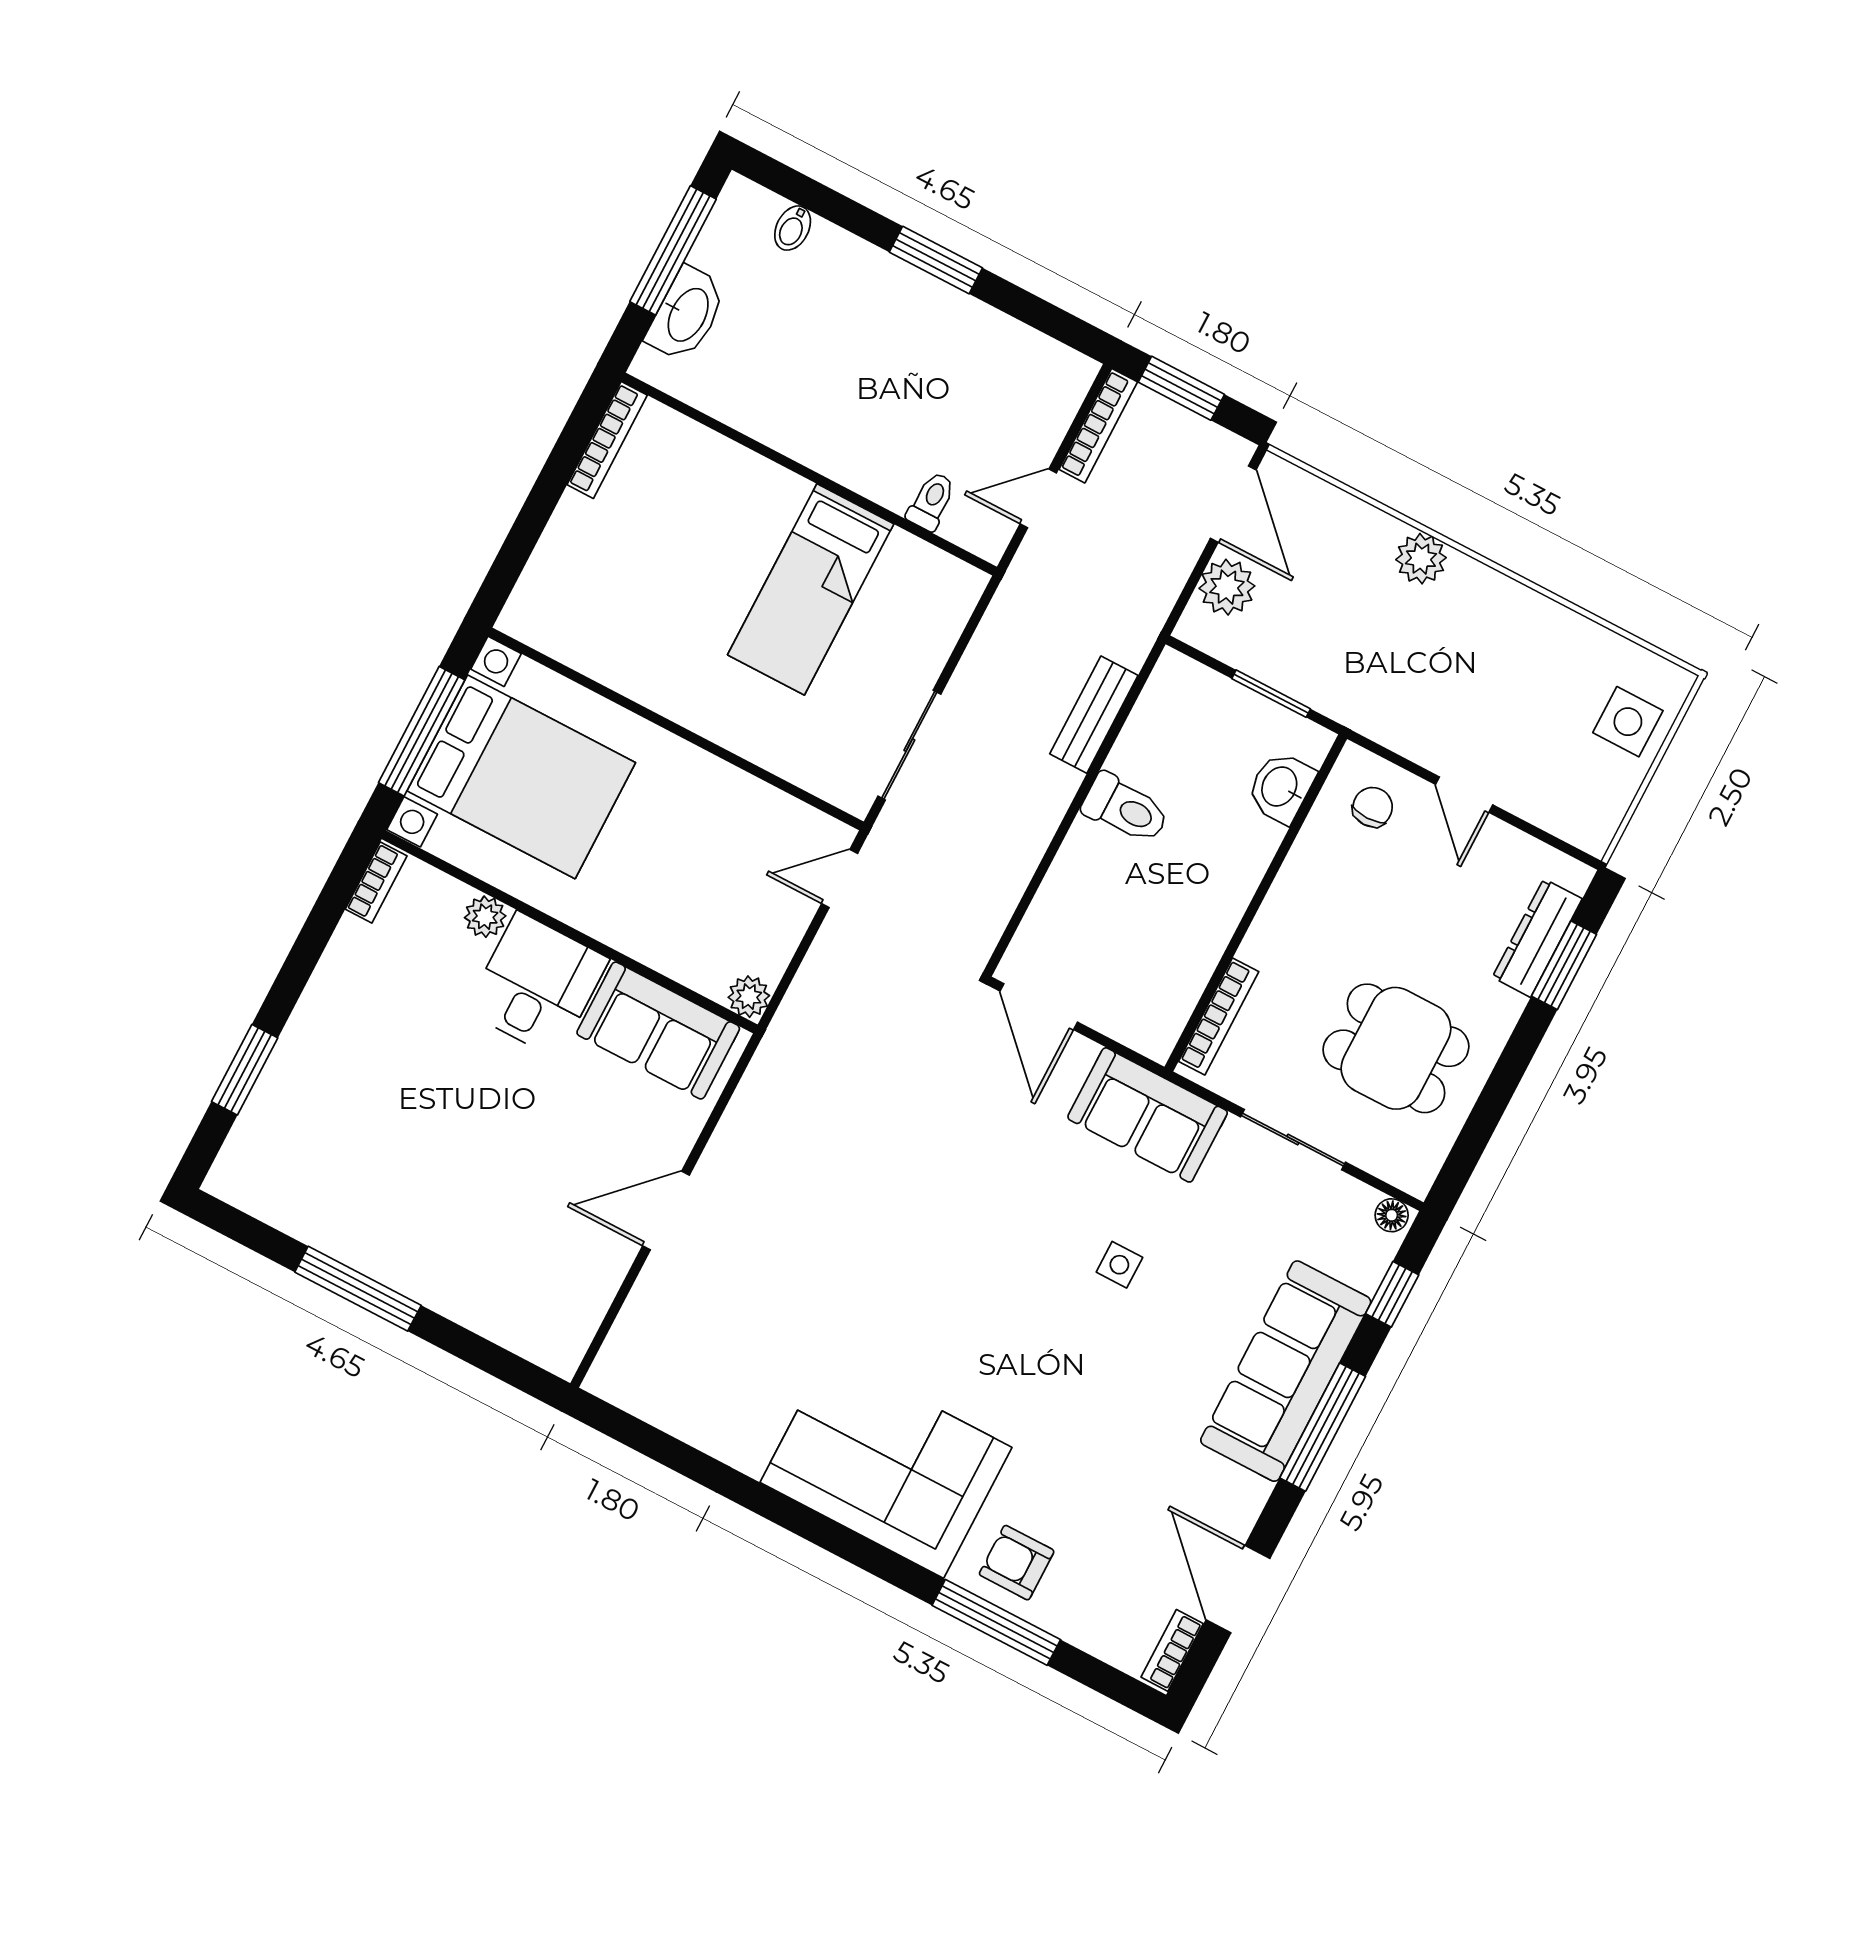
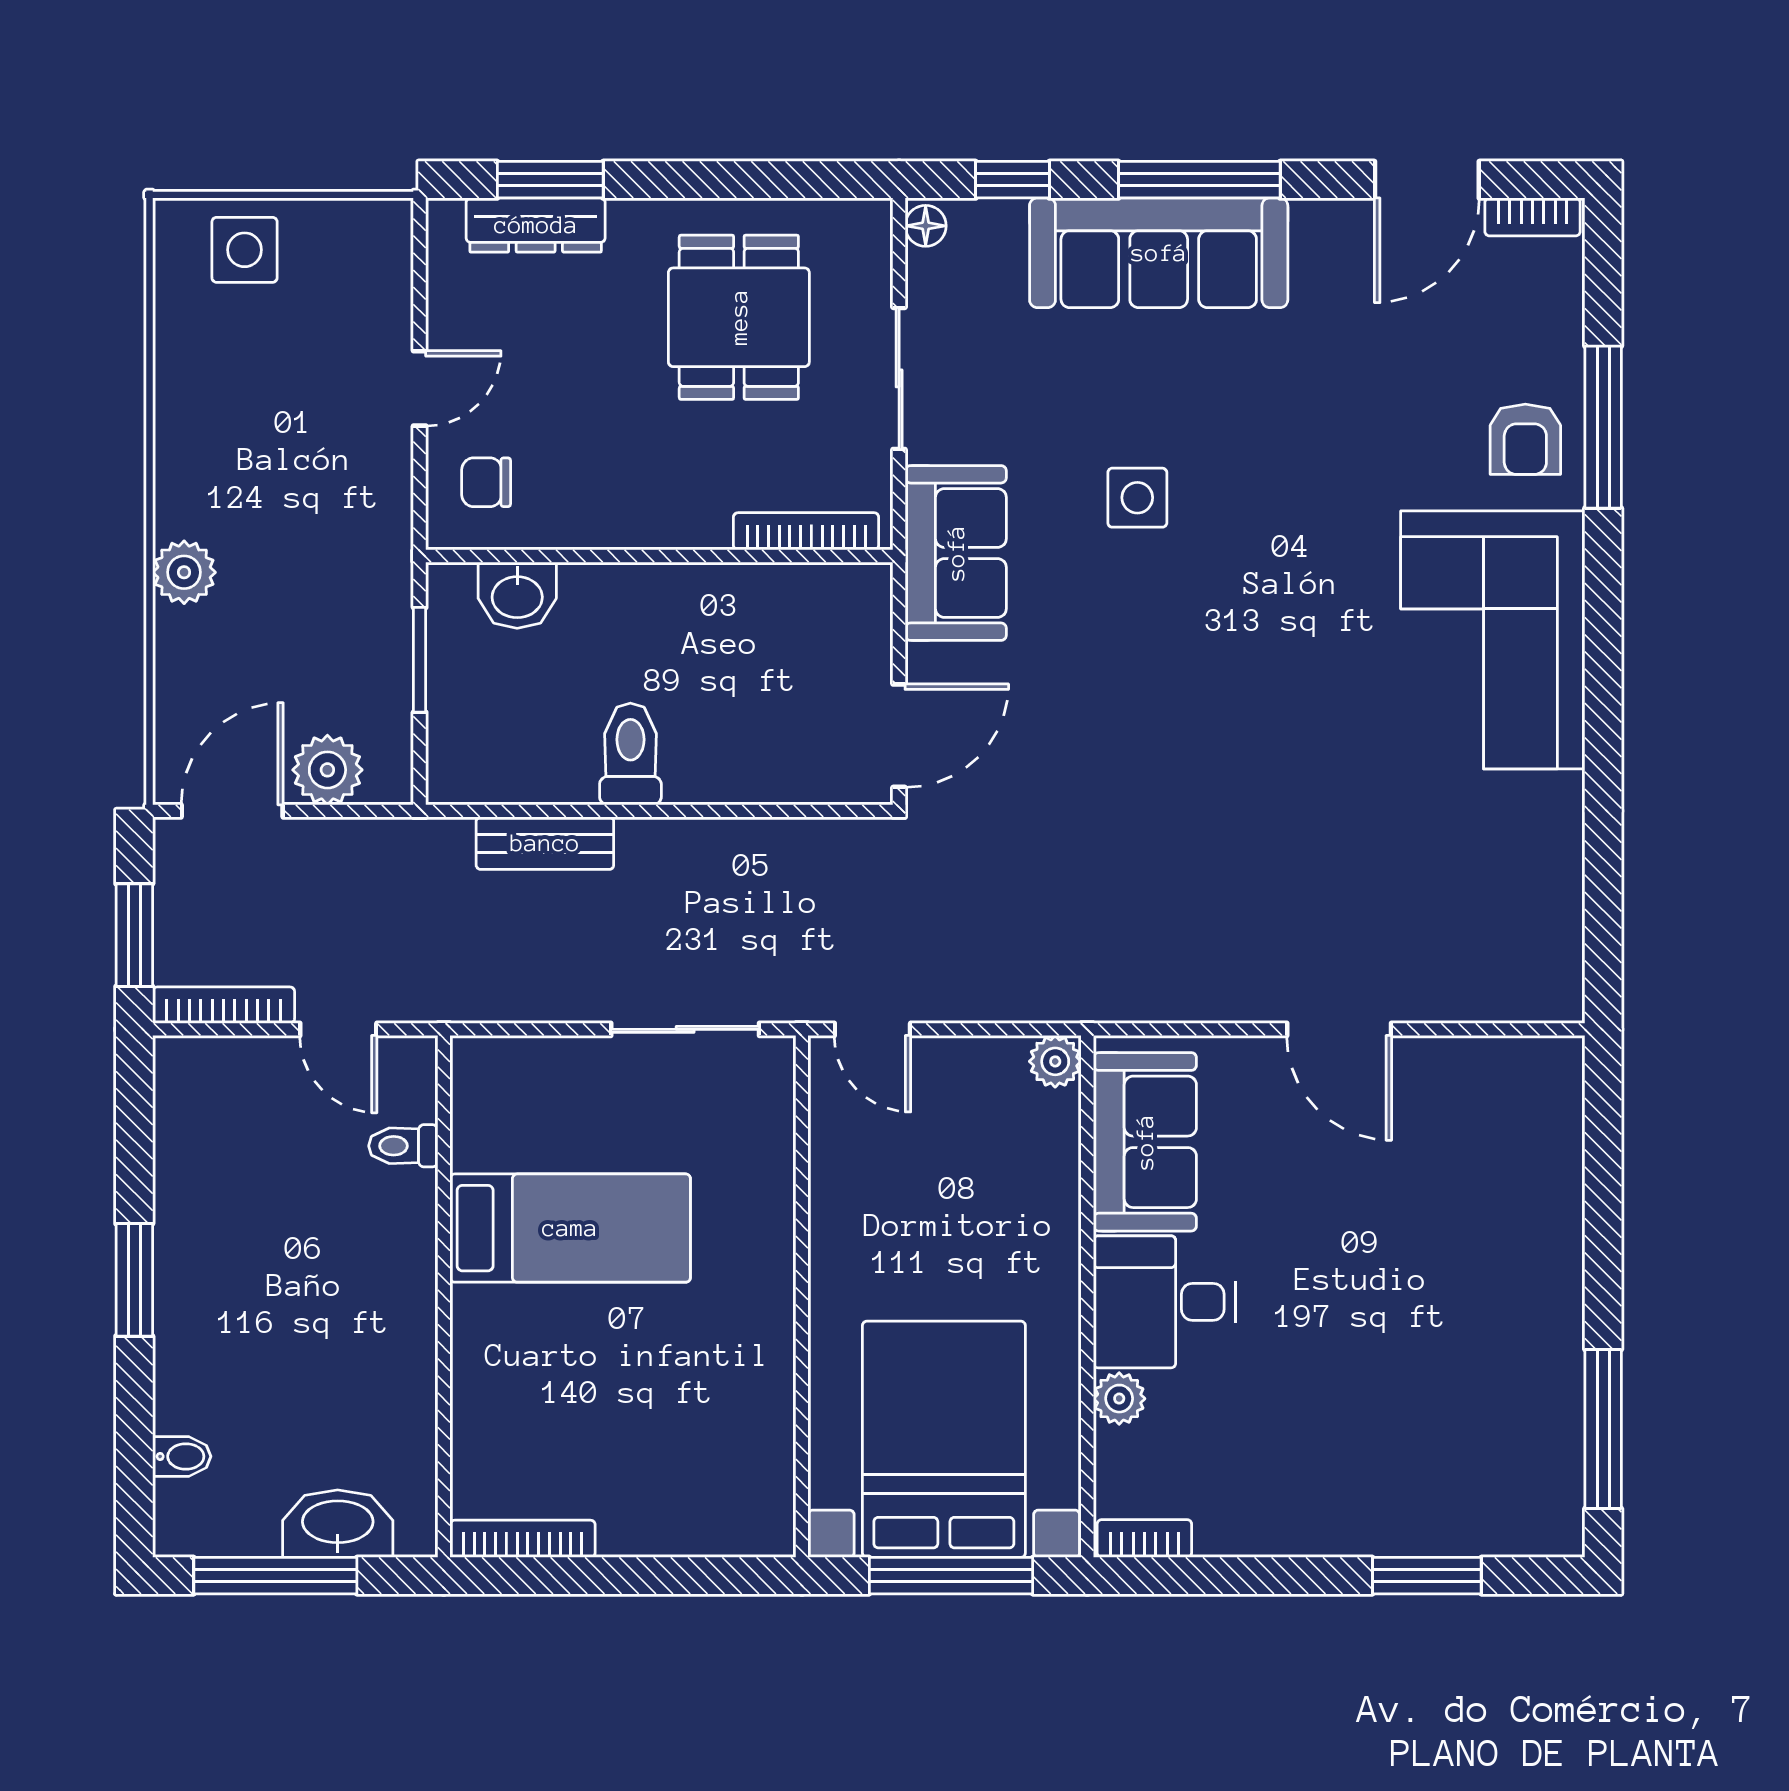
side table: (1119, 1265) -> (1137, 498), width x1.37, depth x1.37
window: (358, 1289) -> (1603, 1429), moved

